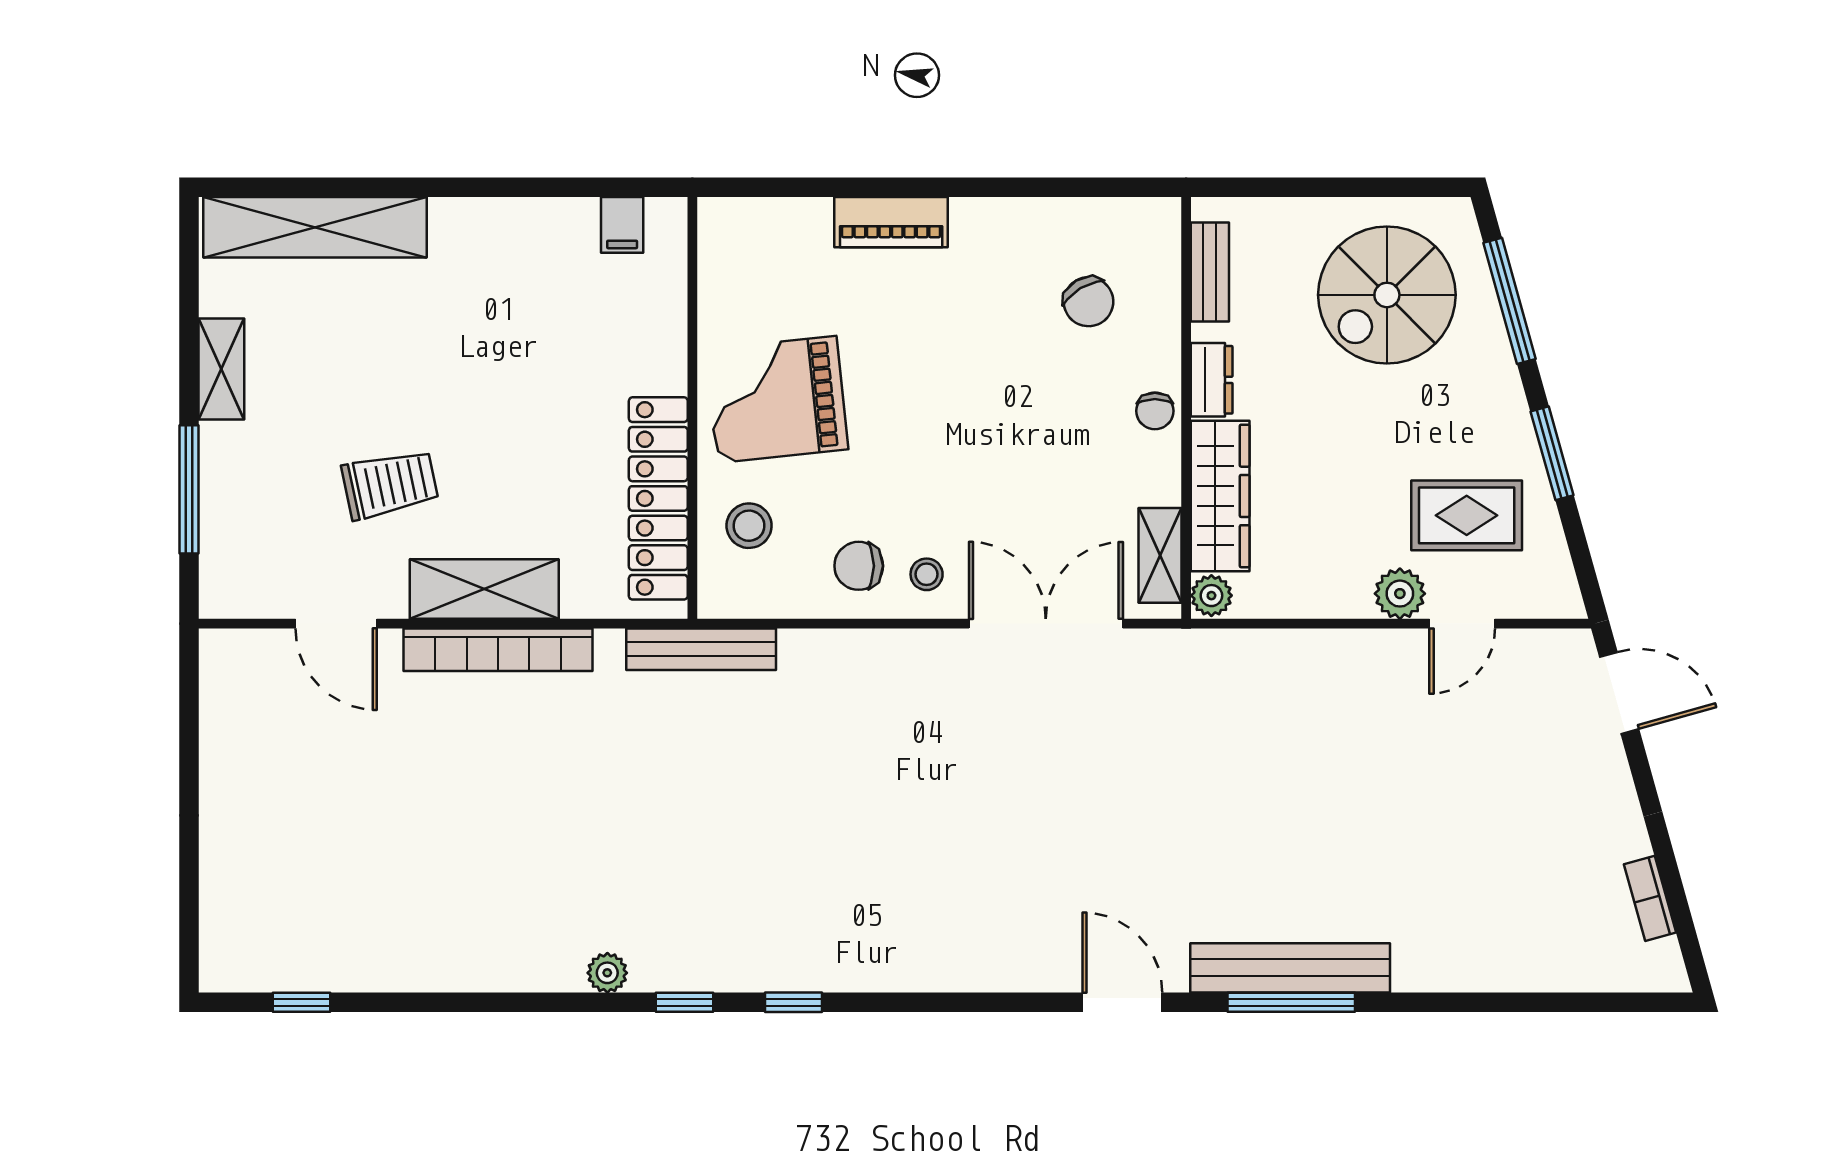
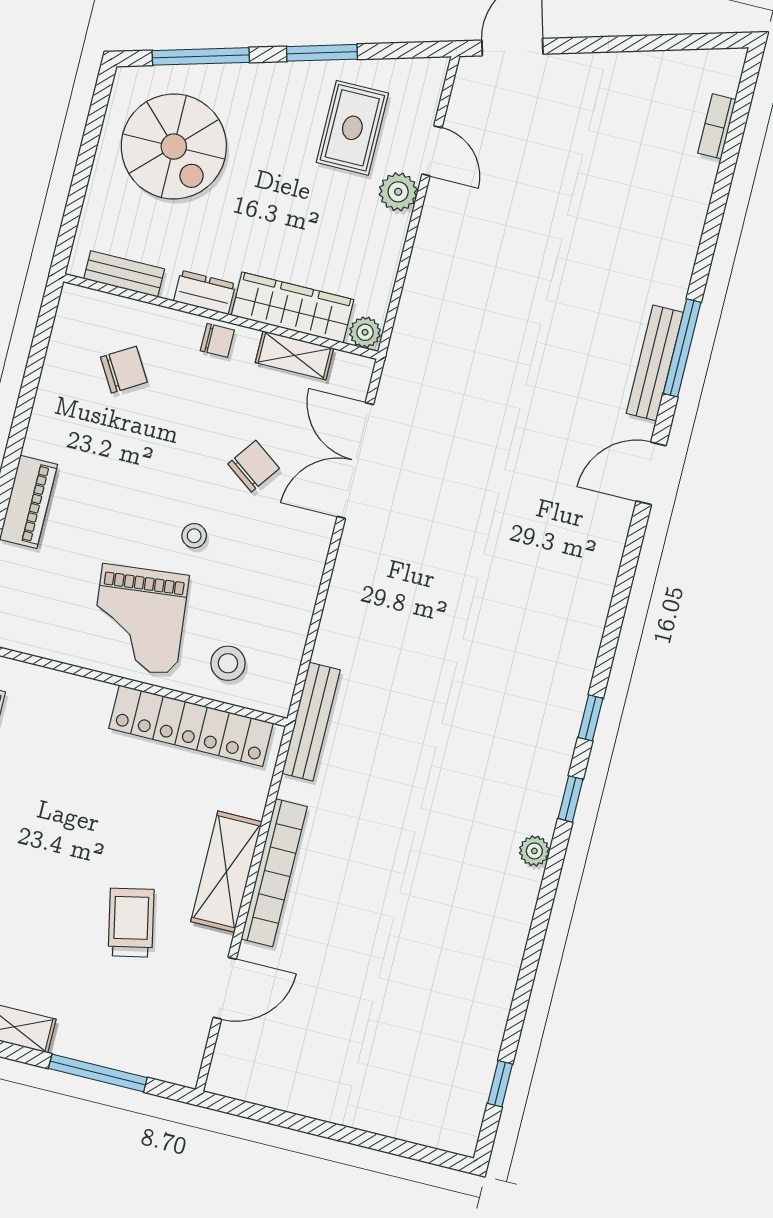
shelving: (1160, 555) -> (294, 355), moved
chair: (859, 566) -> (254, 466), moved, turned -144
stool: (927, 574) -> (194, 536), moved
bookcase: (1650, 898) -> (717, 126), moved, turned 106
bench: (1290, 968) -> (655, 363), width x0.73, depth x0.82

